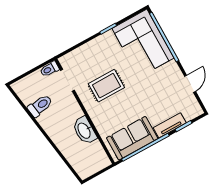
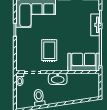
washbasin: (84, 130) -> (58, 79), moved
sofa: (132, 138) -> (84, 62), moved, turned 90

